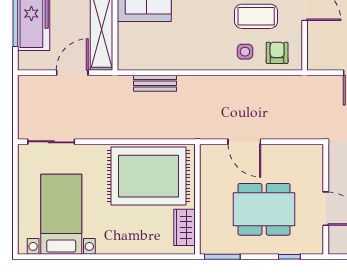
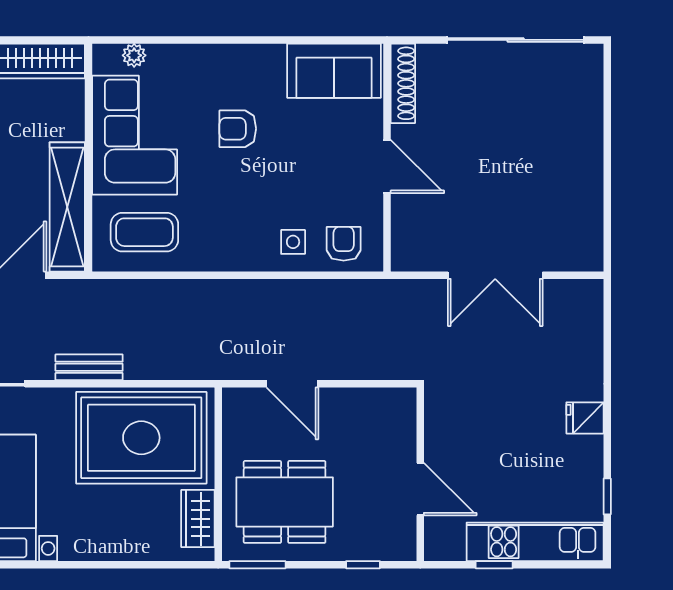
coffee table: (256, 16) -> (144, 232), moved
bench: (155, 83) -> (89, 367), moved
dining table: (264, 209) -> (285, 502), moved

